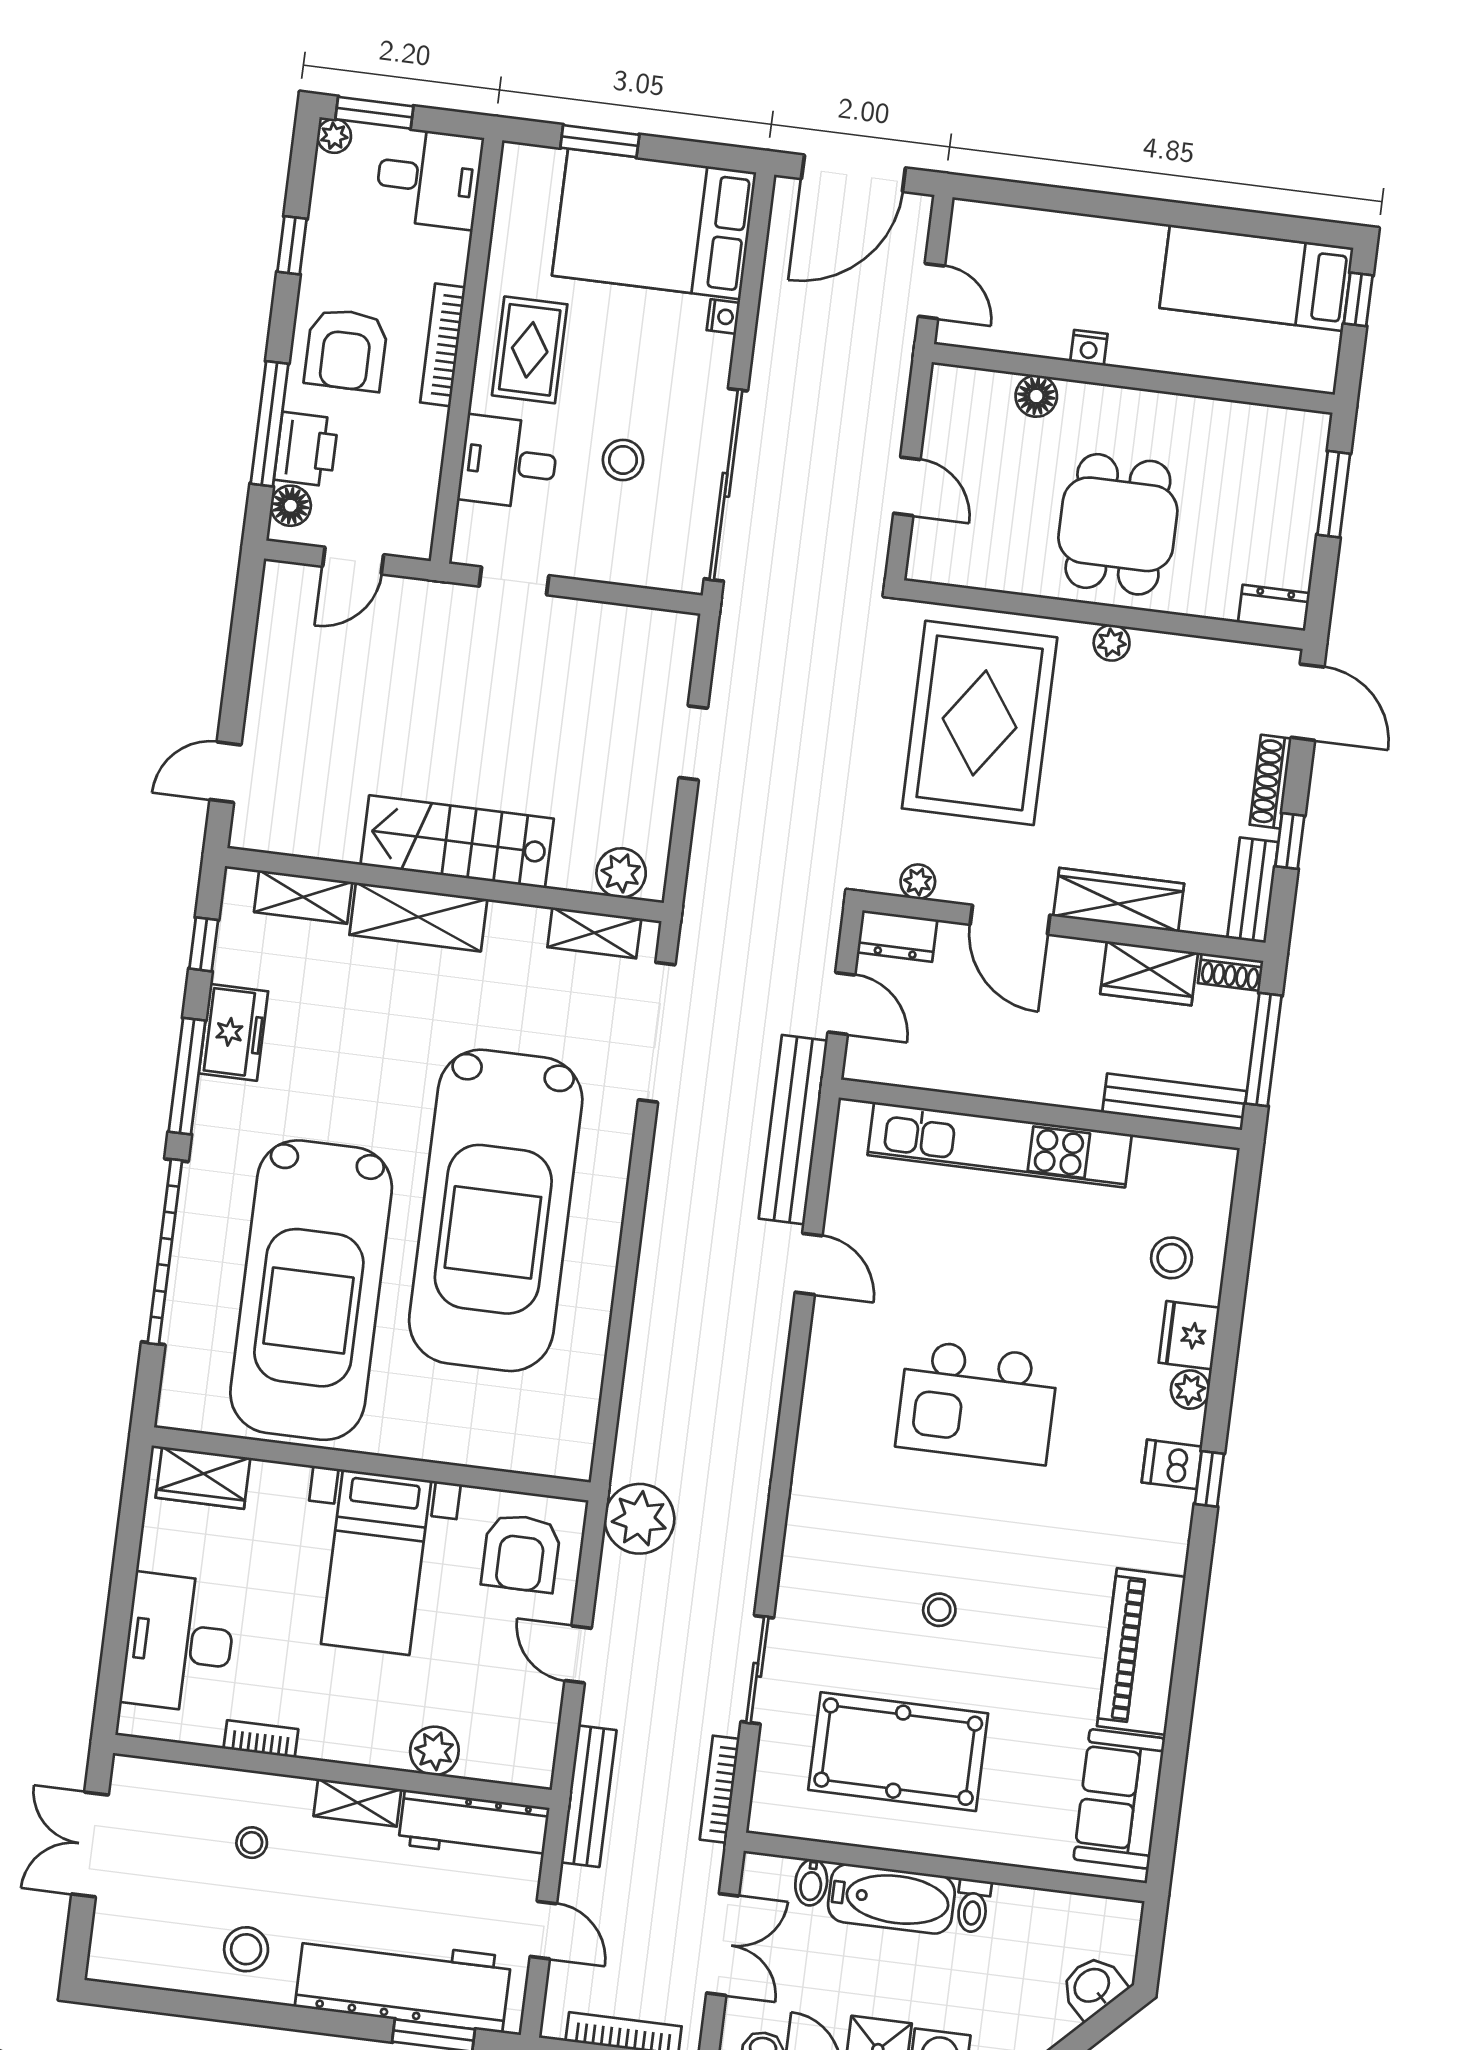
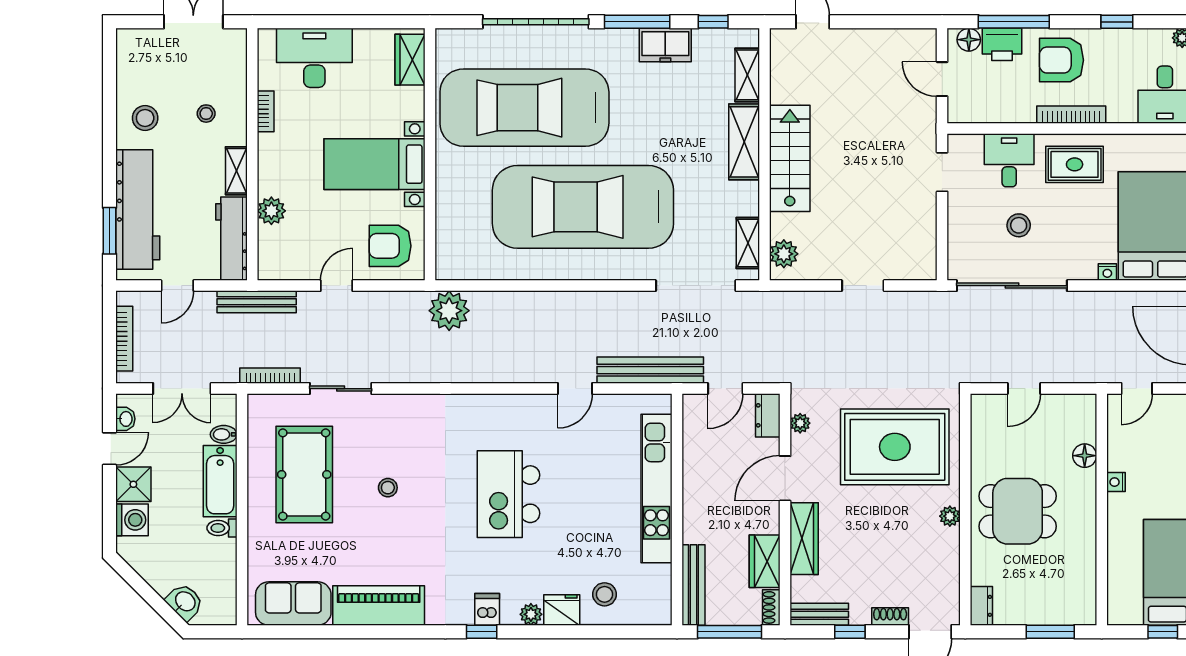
shoe rack: (1271, 782) -> (890, 616), width x0.70
plant: (639, 1519) -> (449, 311), moved

